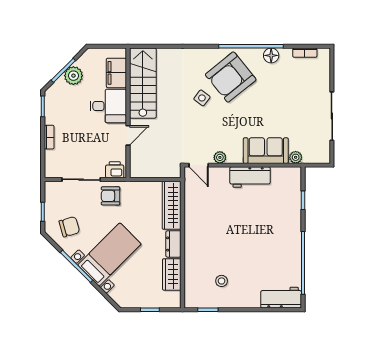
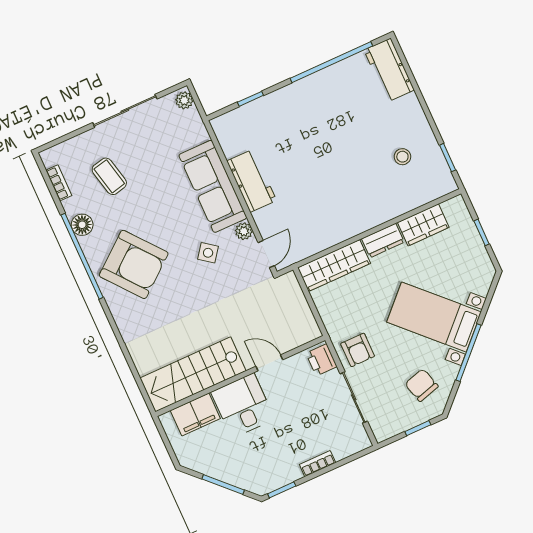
plant: (73, 76) -> (224, 468), removed
coffee table: (294, 87) -> (109, 176), added
side table: (202, 98) -> (208, 253), moved
sofa: (266, 151) -> (213, 186), width x1.36
plant: (296, 157) -> (184, 100), moved

